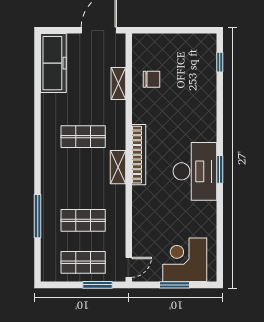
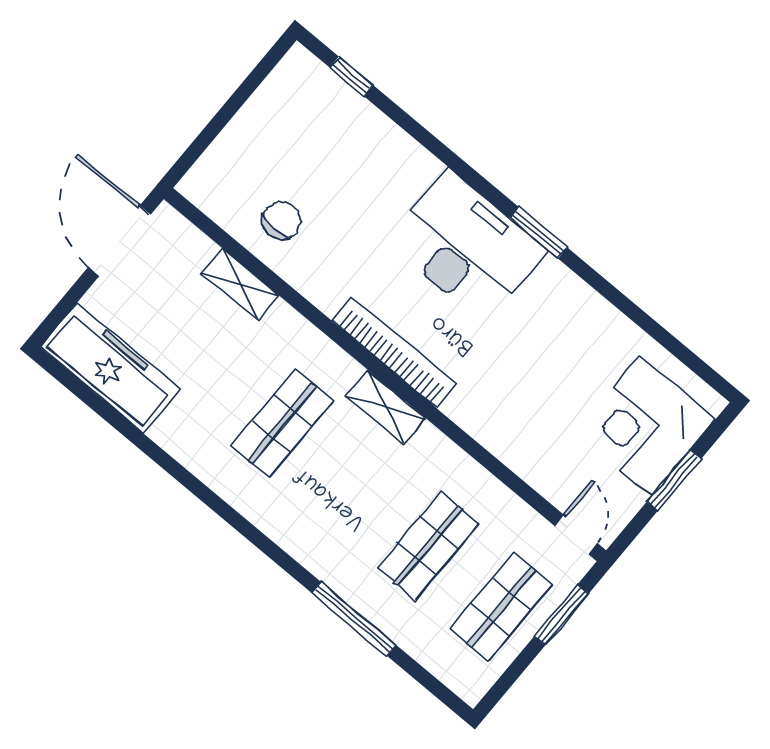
desk: (195, 171) -> (466, 246), moved

